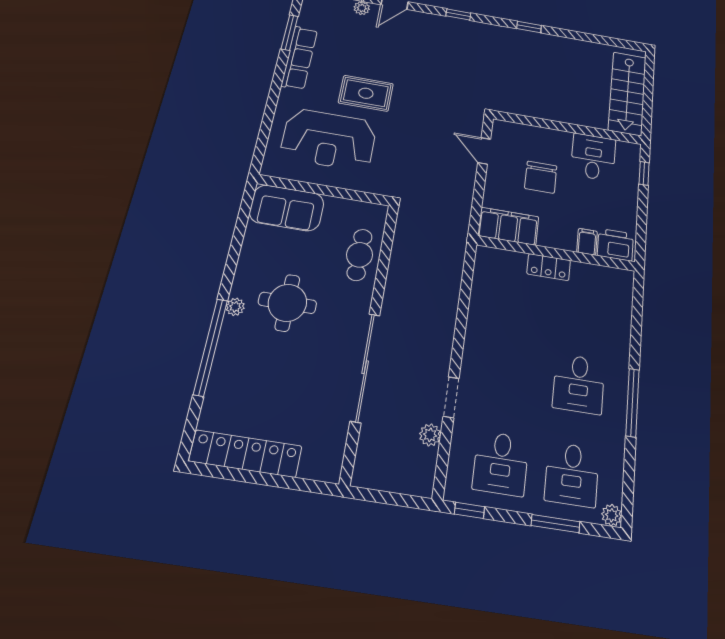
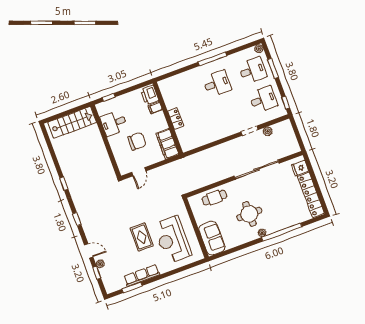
reception desk: (329, 140) -> (172, 240), turned 180
fridge: (315, 462) -> (300, 168), added

